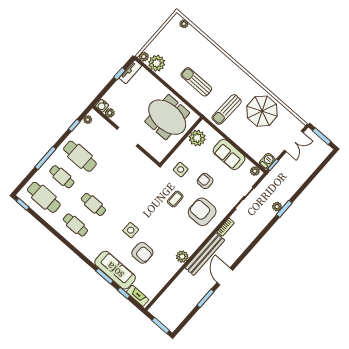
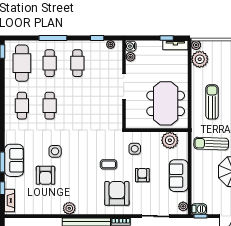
cafe table: (80, 156) -> (77, 63), width x0.73, depth x0.74
sofa: (115, 270) -> (14, 160), width x0.73

